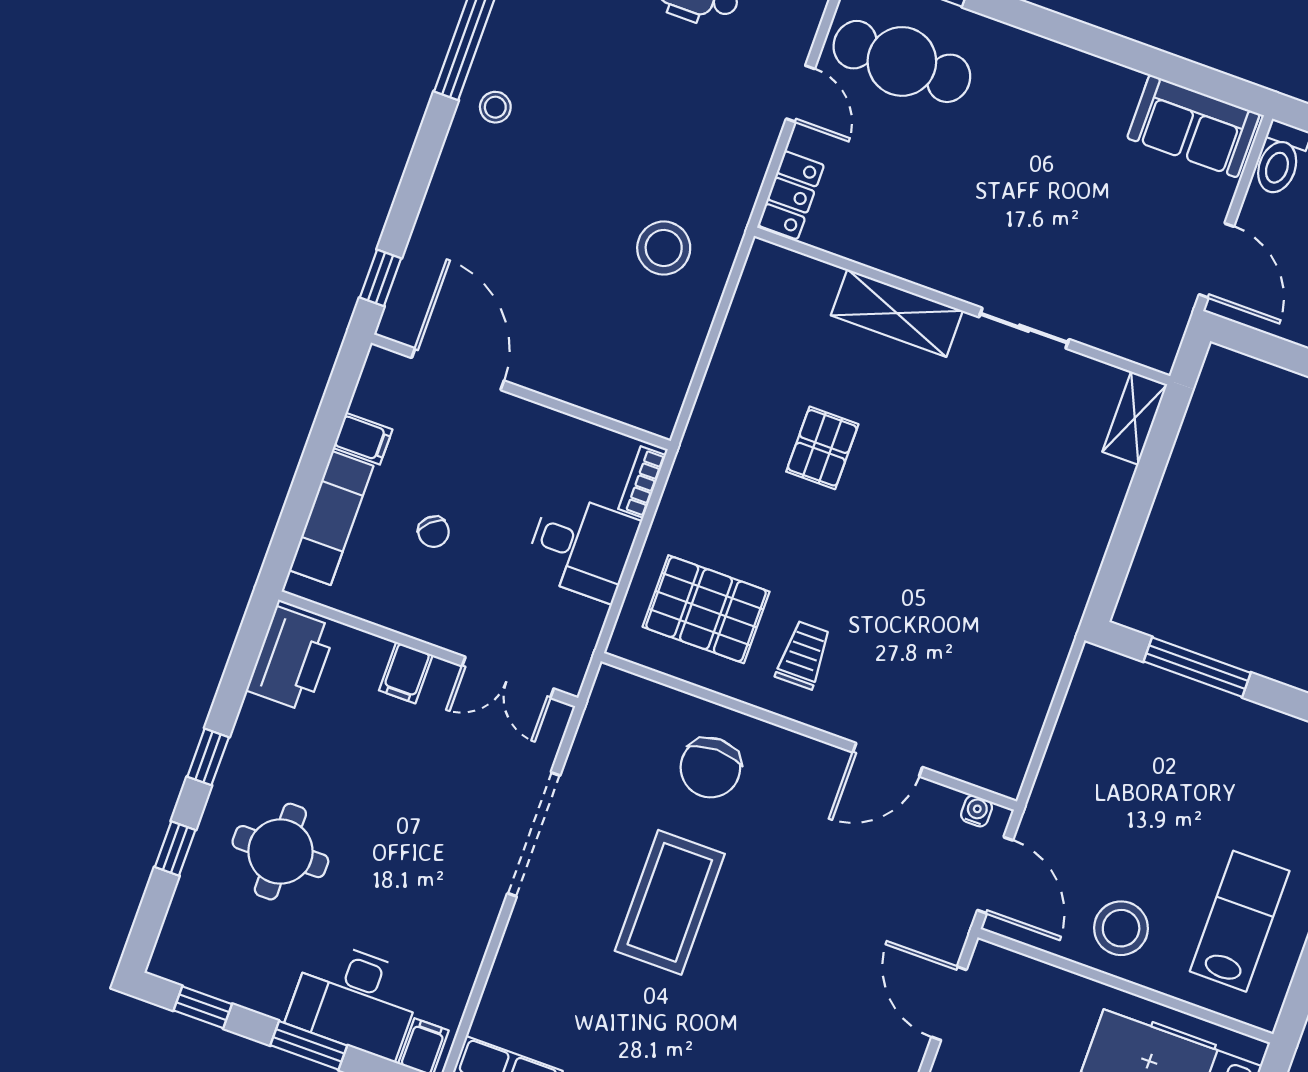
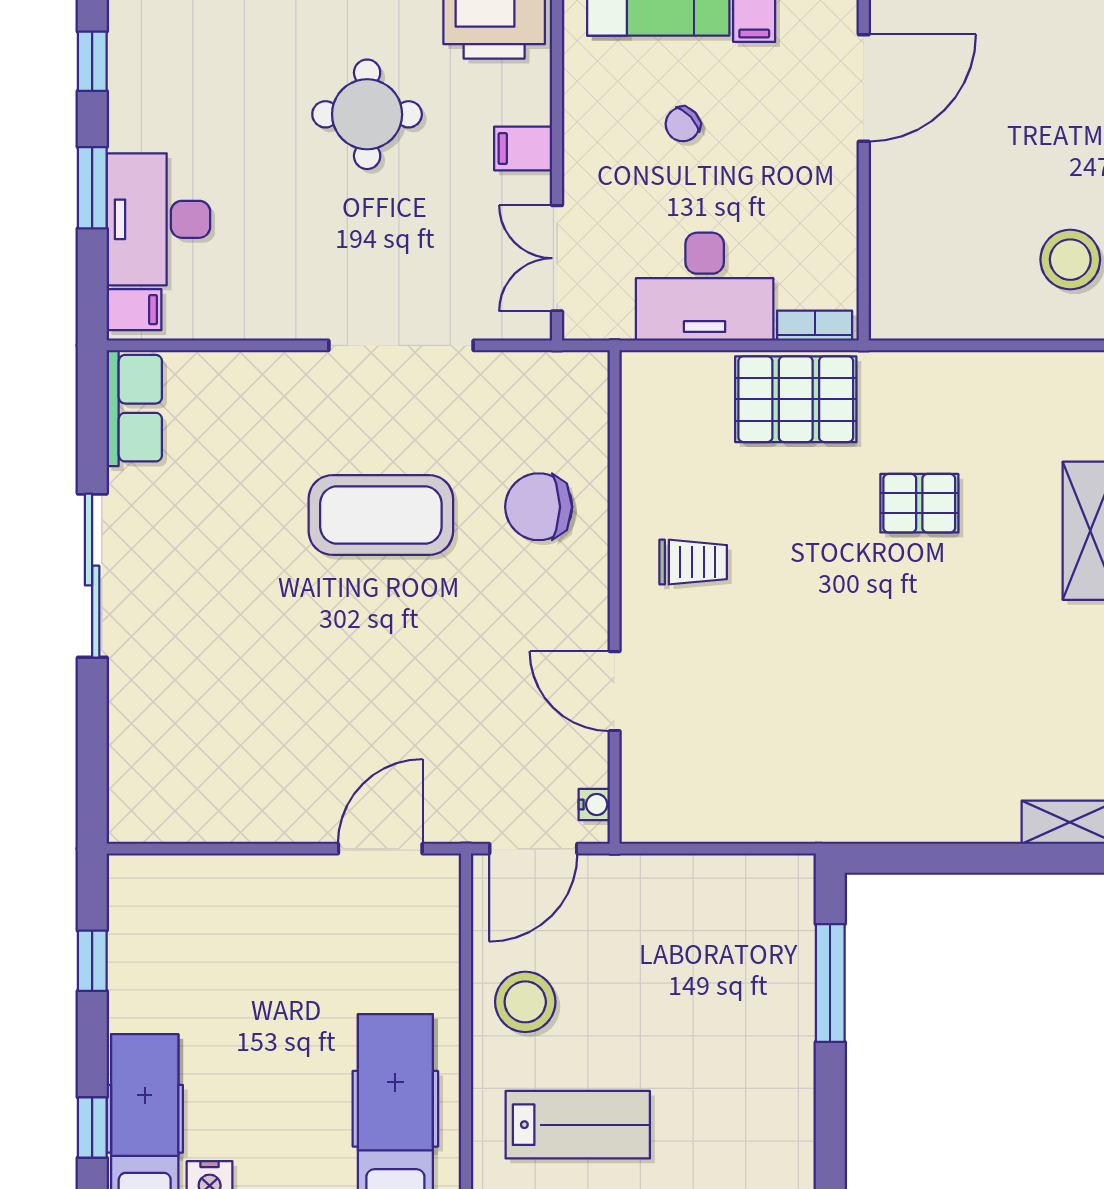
desk: (582, 547) -> (705, 287), width x1.37
pallet: (706, 609) -> (796, 399), moved, turned 90
round table: (280, 852) -> (367, 114), moved

